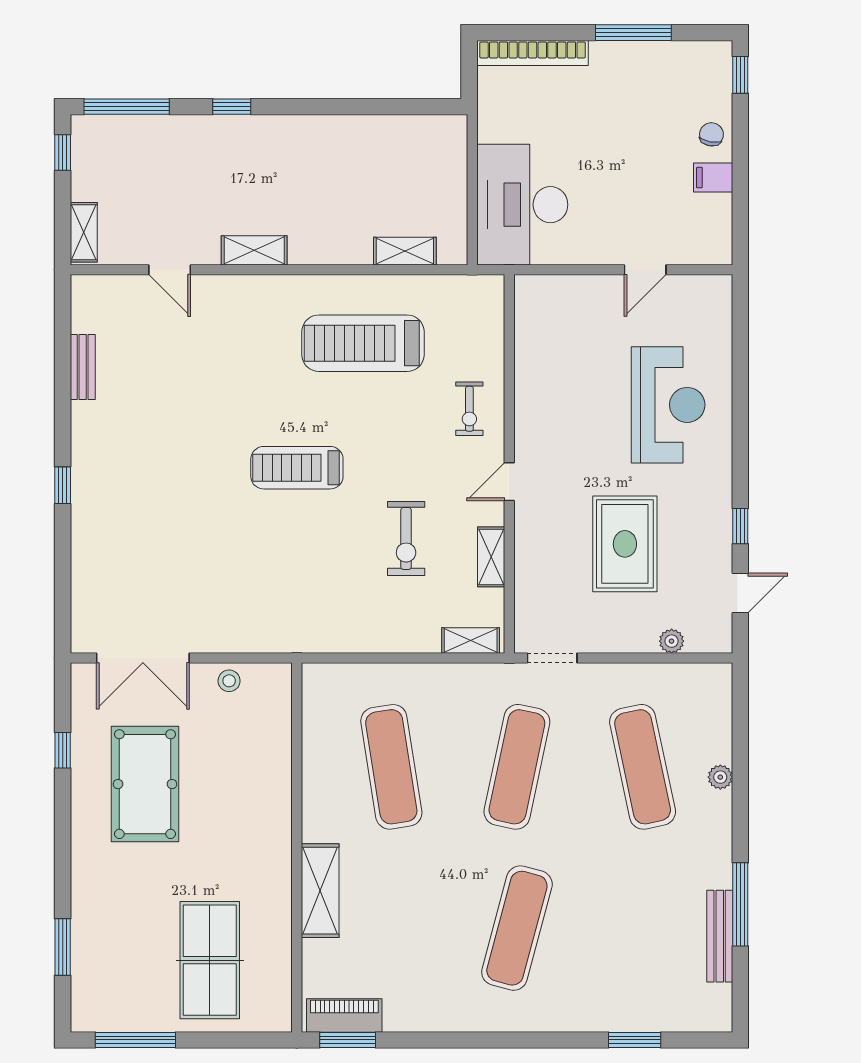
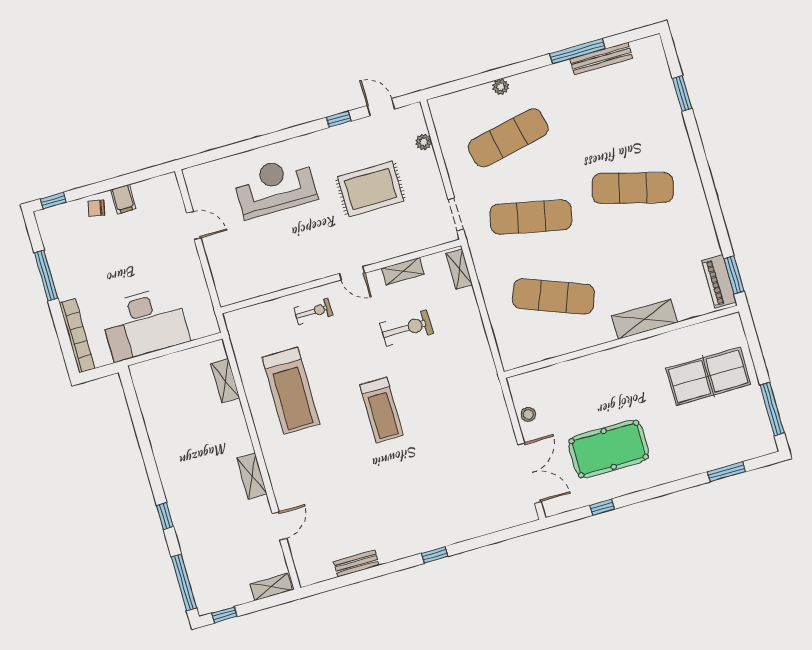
desk: (522, 205) -> (145, 323), moved
exercise mat: (391, 767) -> (553, 296), turned 30

